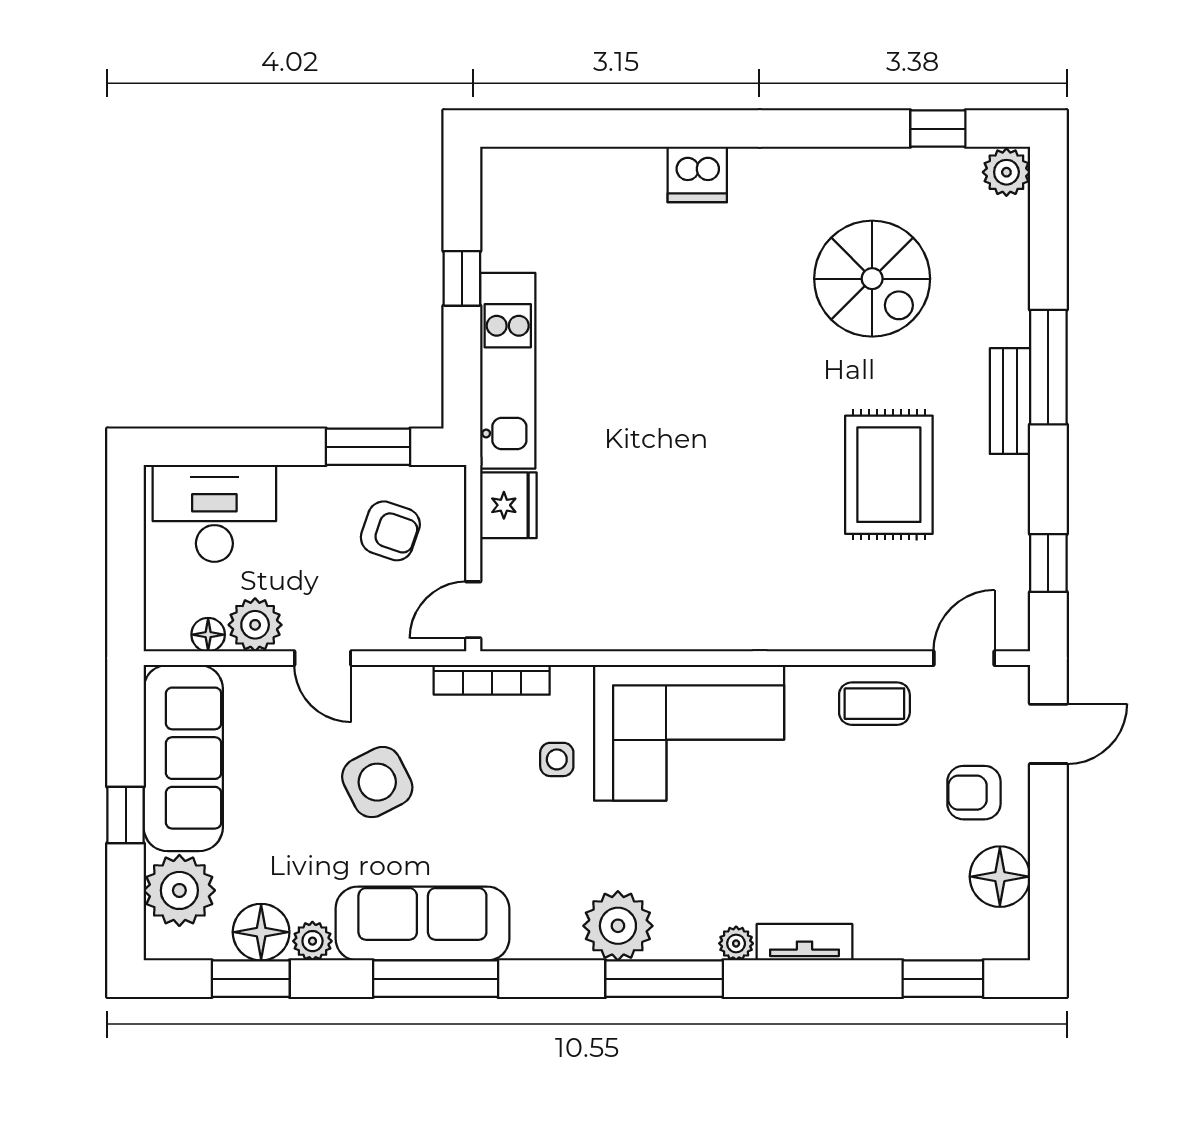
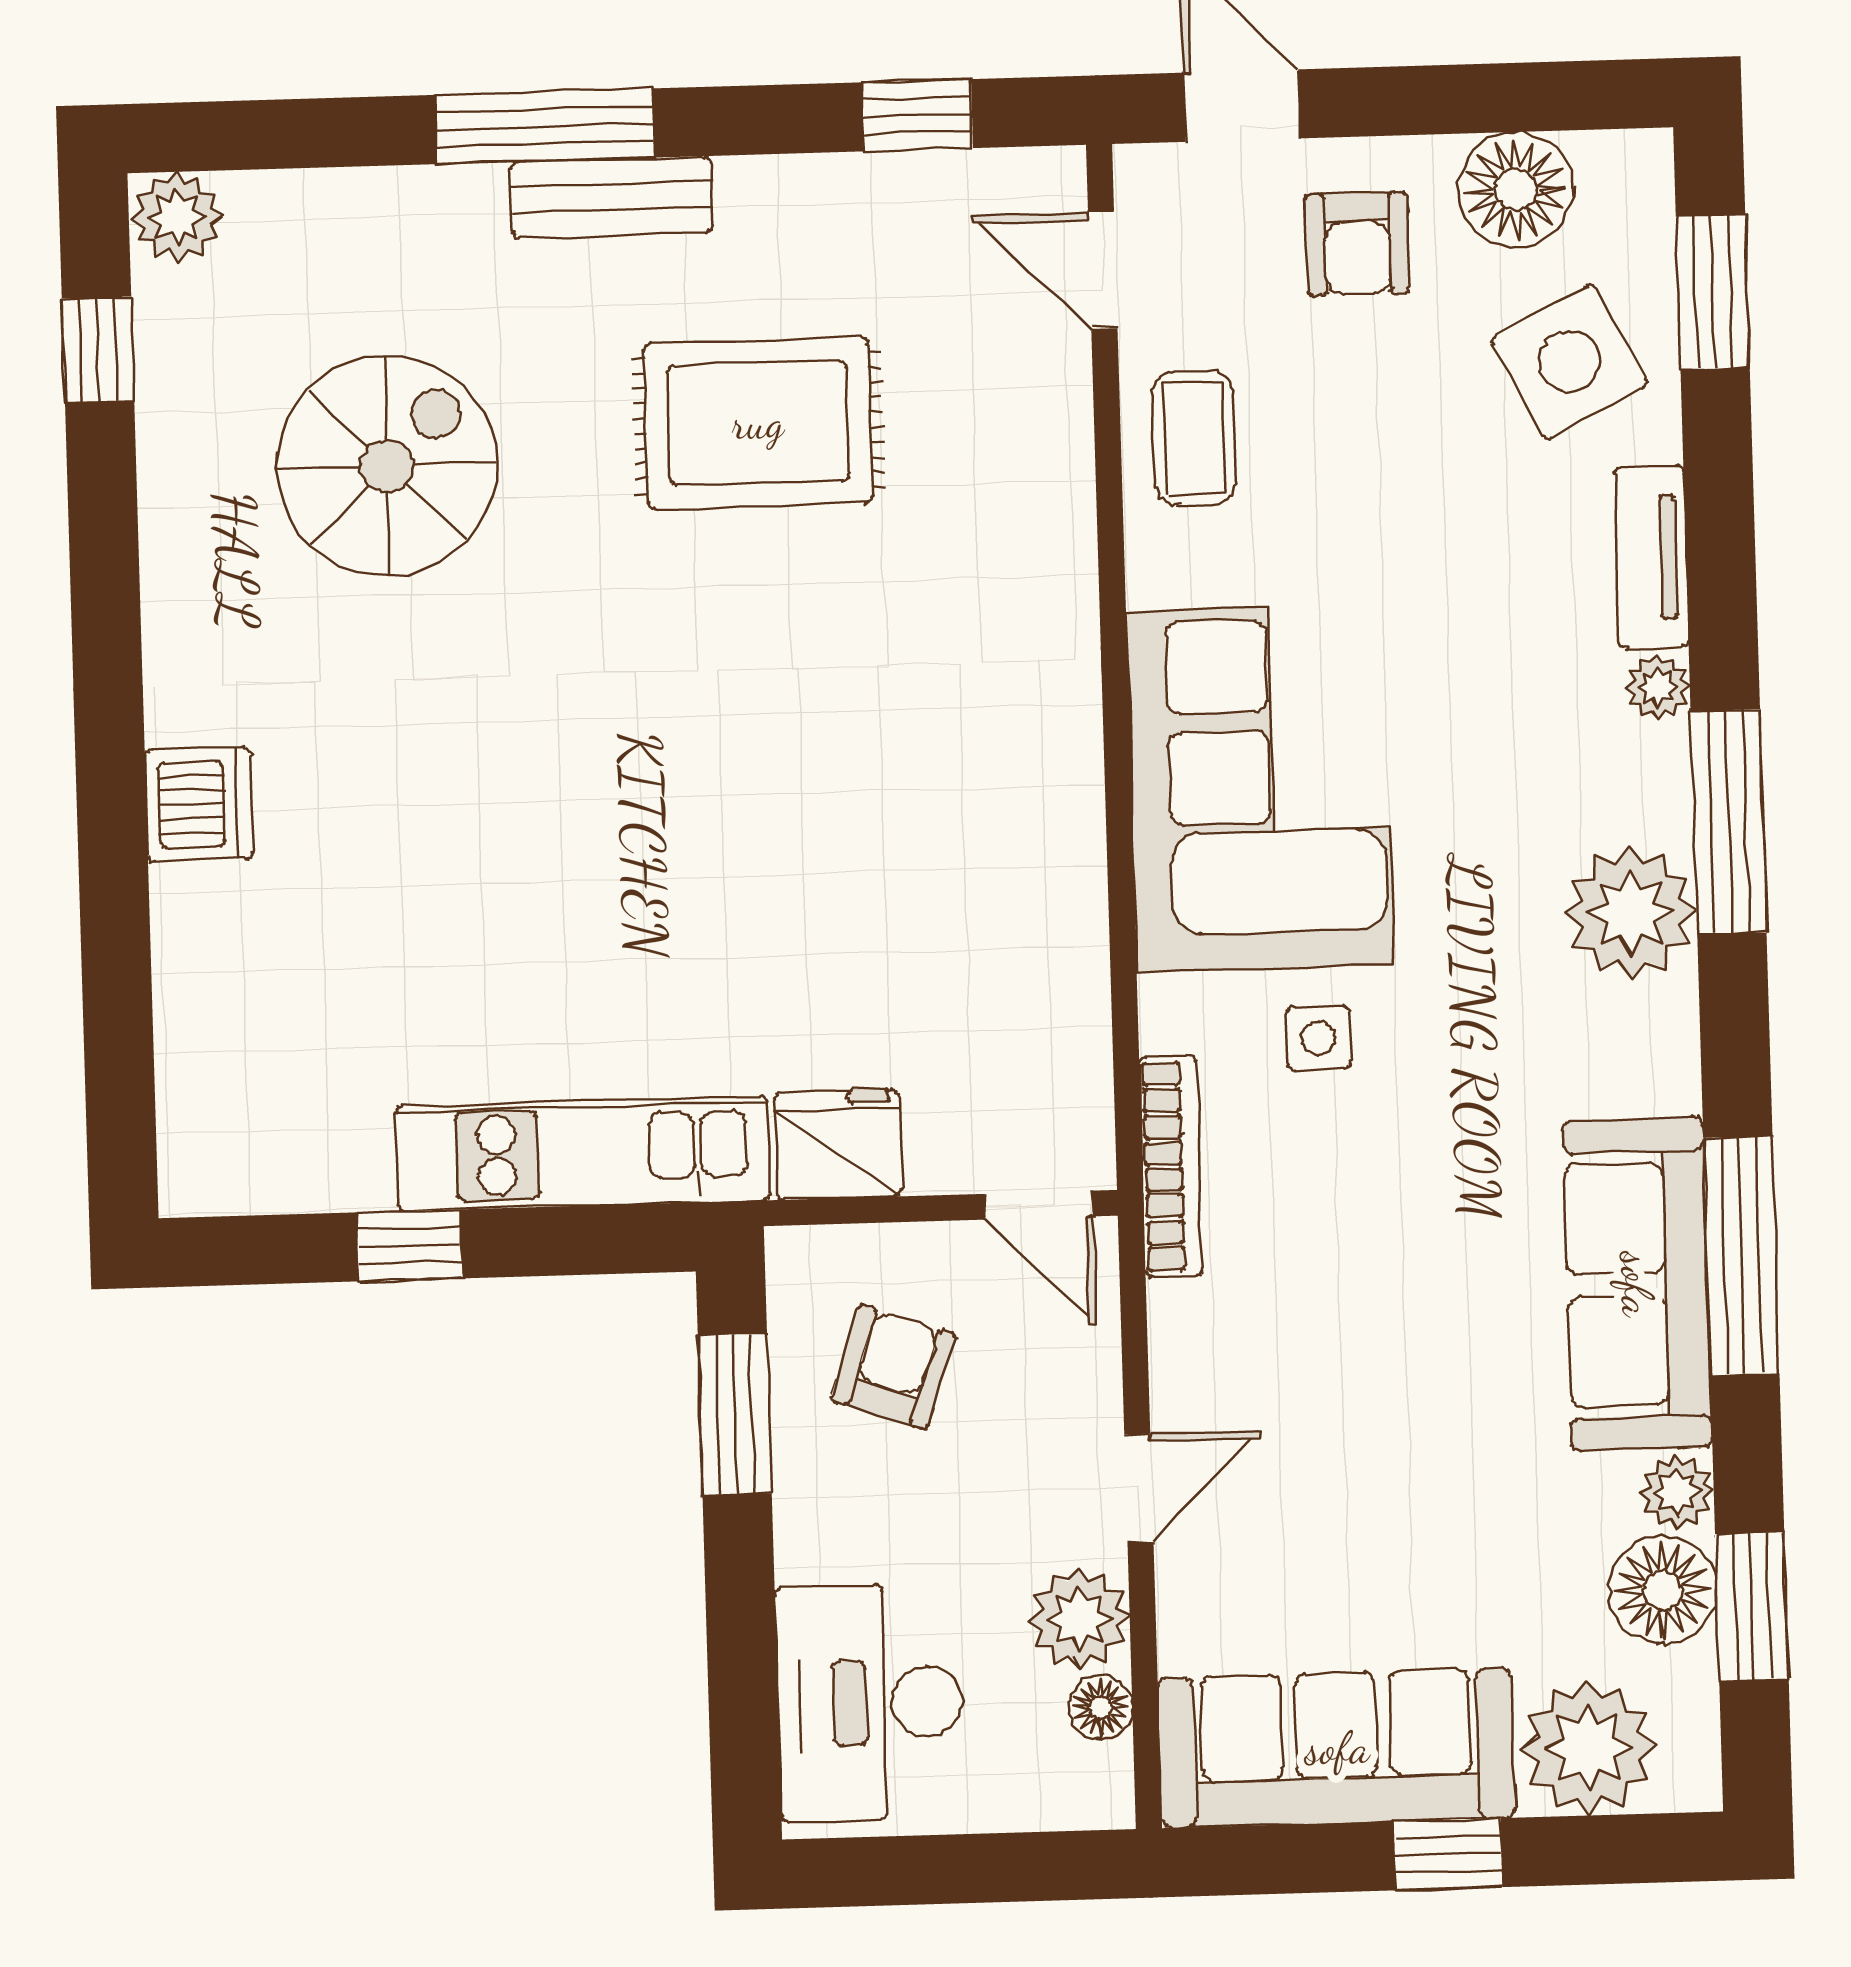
side table: (377, 782) -> (1569, 362), moved

